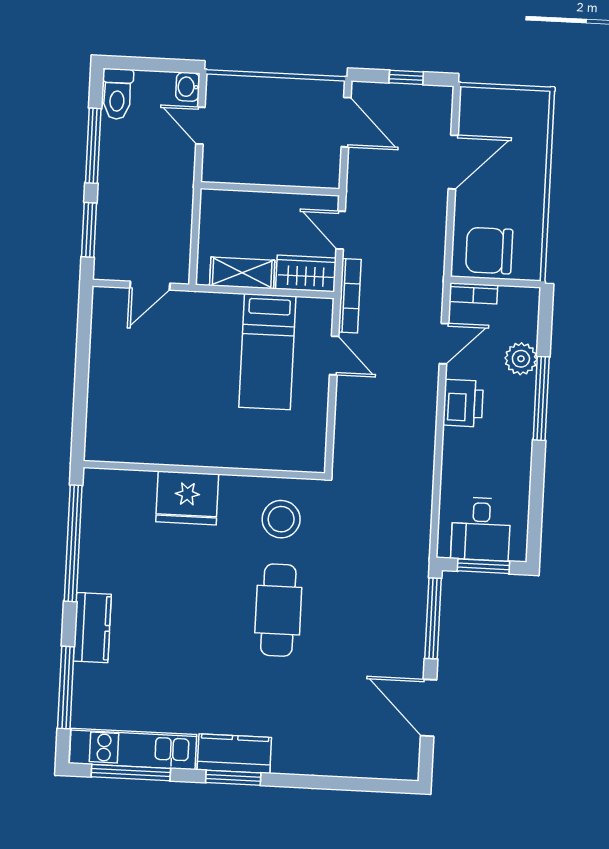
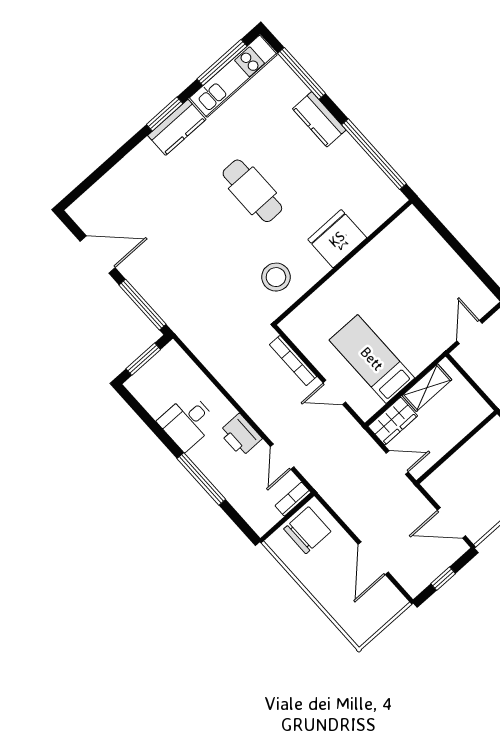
bookcase: (350, 296) -> (293, 361), moved
plant: (521, 359) -> (233, 489), removed
desk: (481, 529) -> (187, 422), moved, turned -90
cafe table: (278, 610) -> (252, 191), moved

